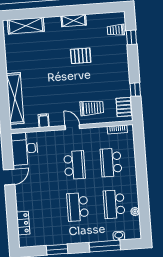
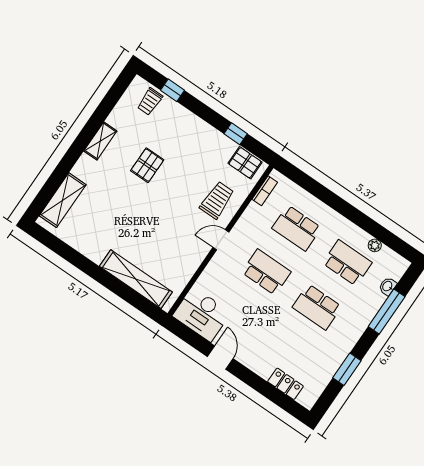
filing cabinet: (44, 121) -> (187, 267), removed
school desk: (114, 204) -> (347, 263), turned 180

